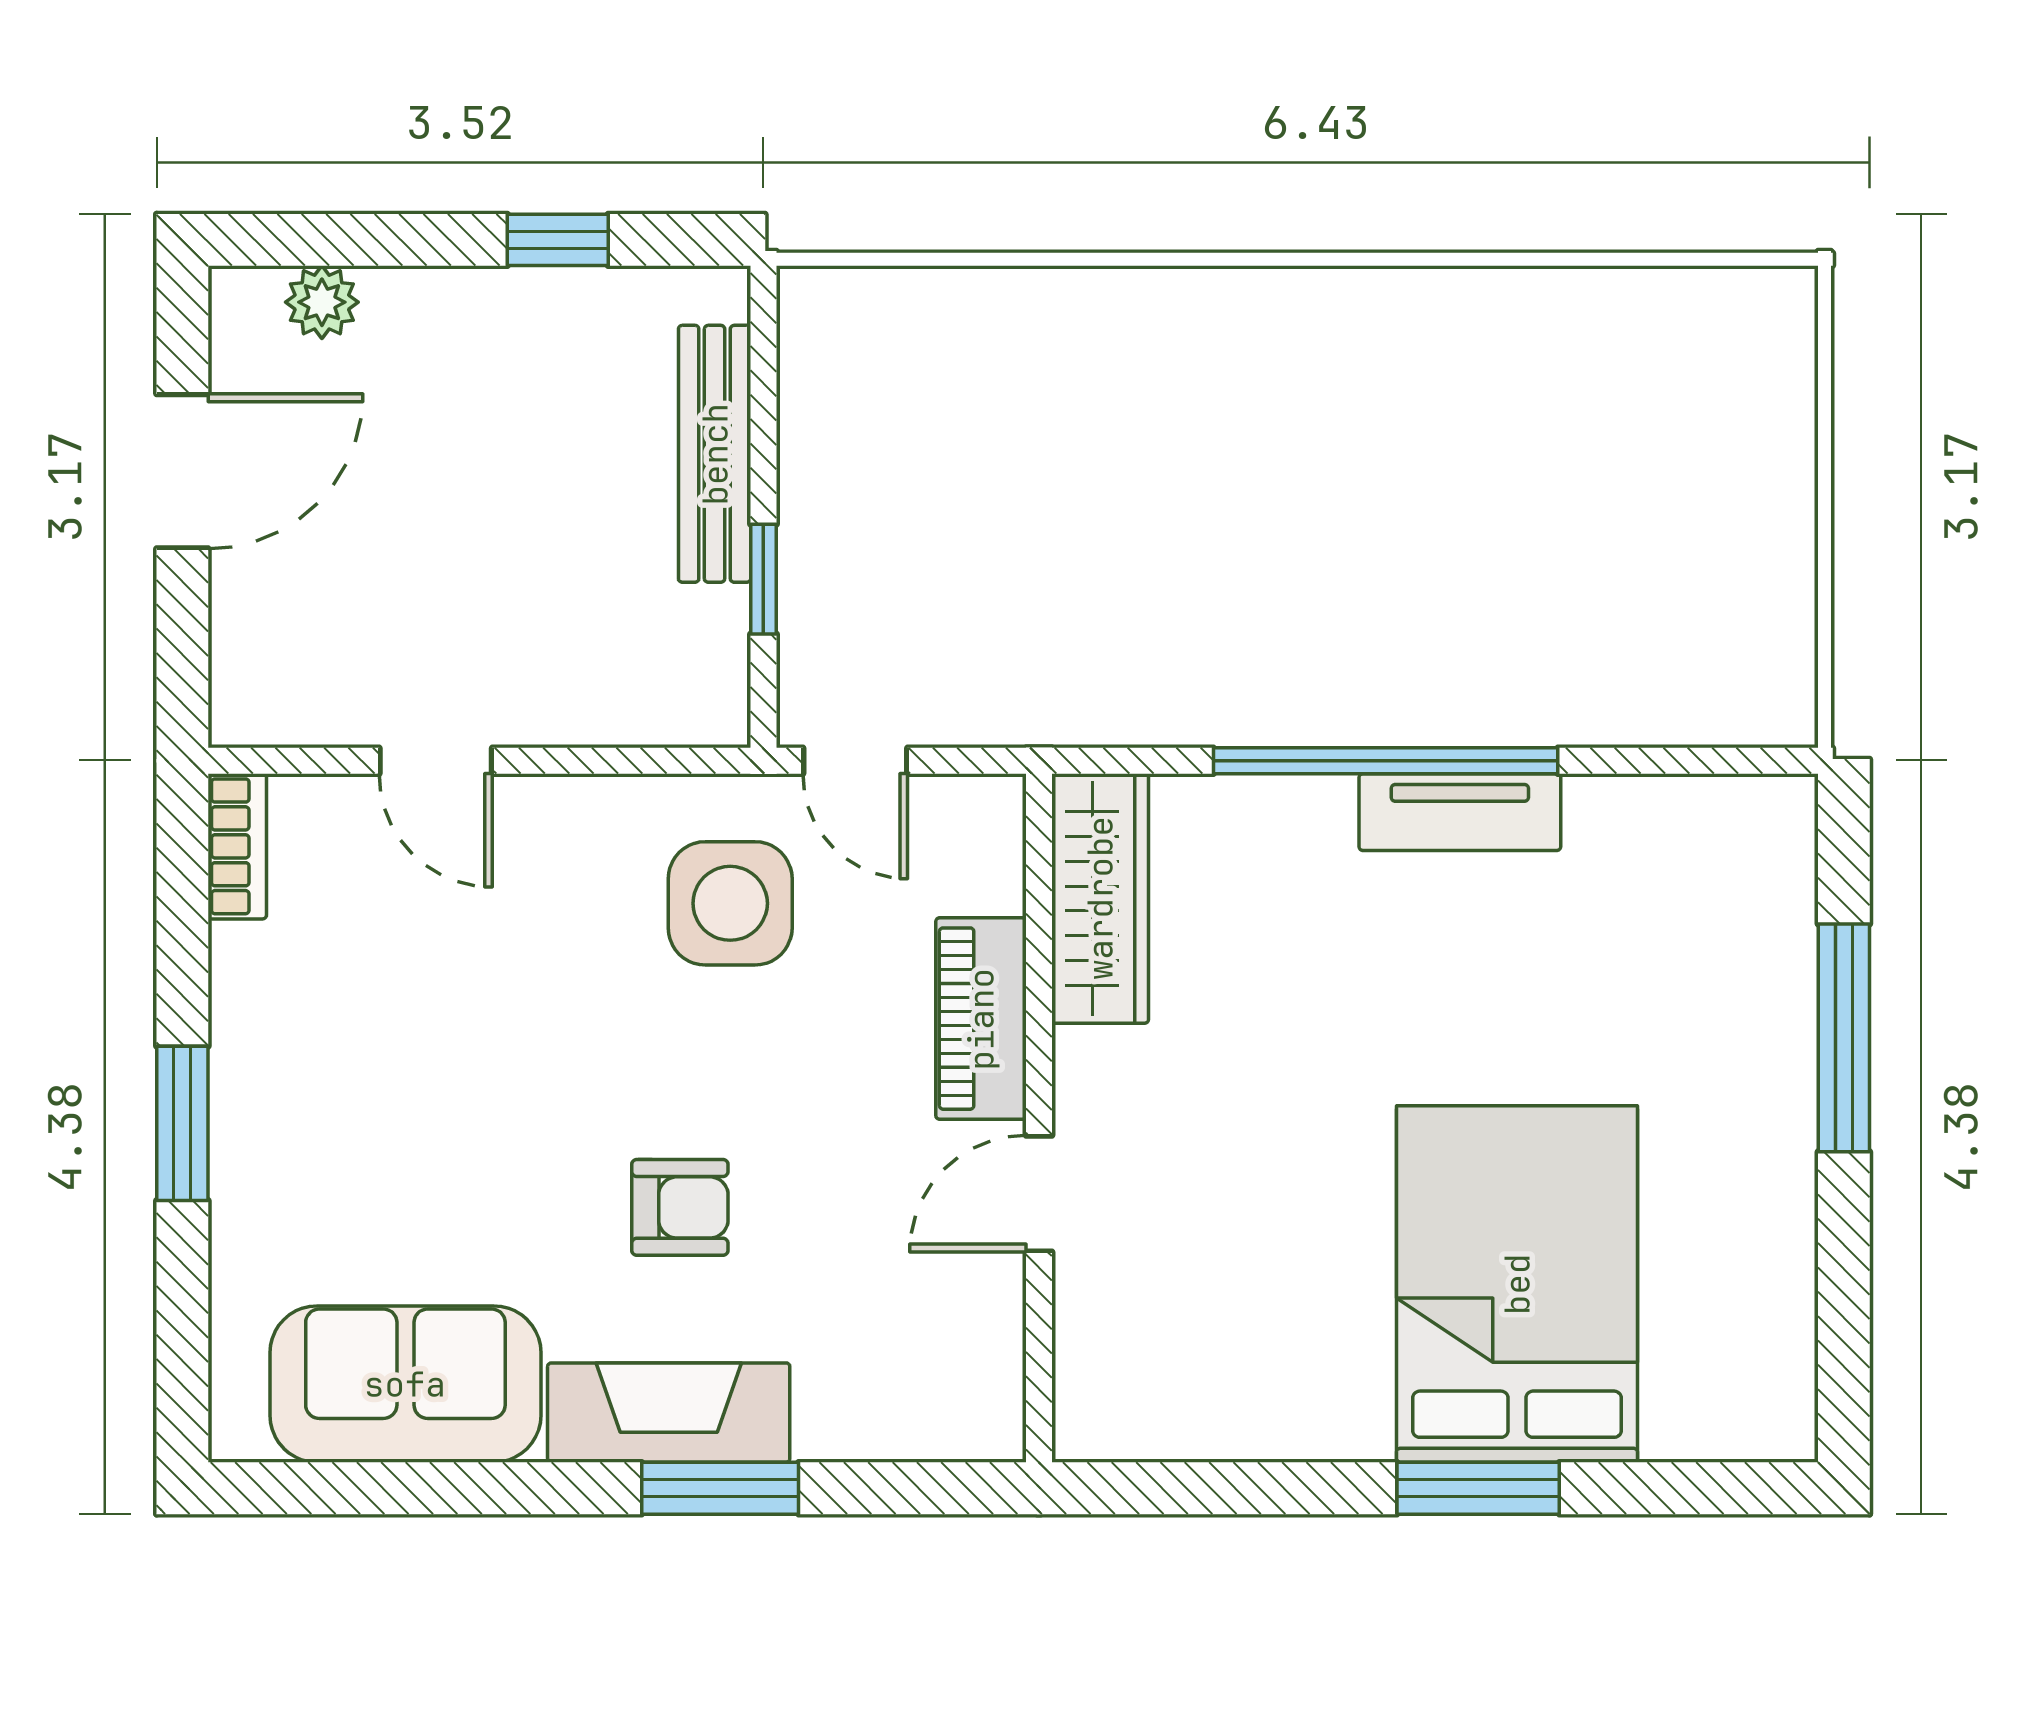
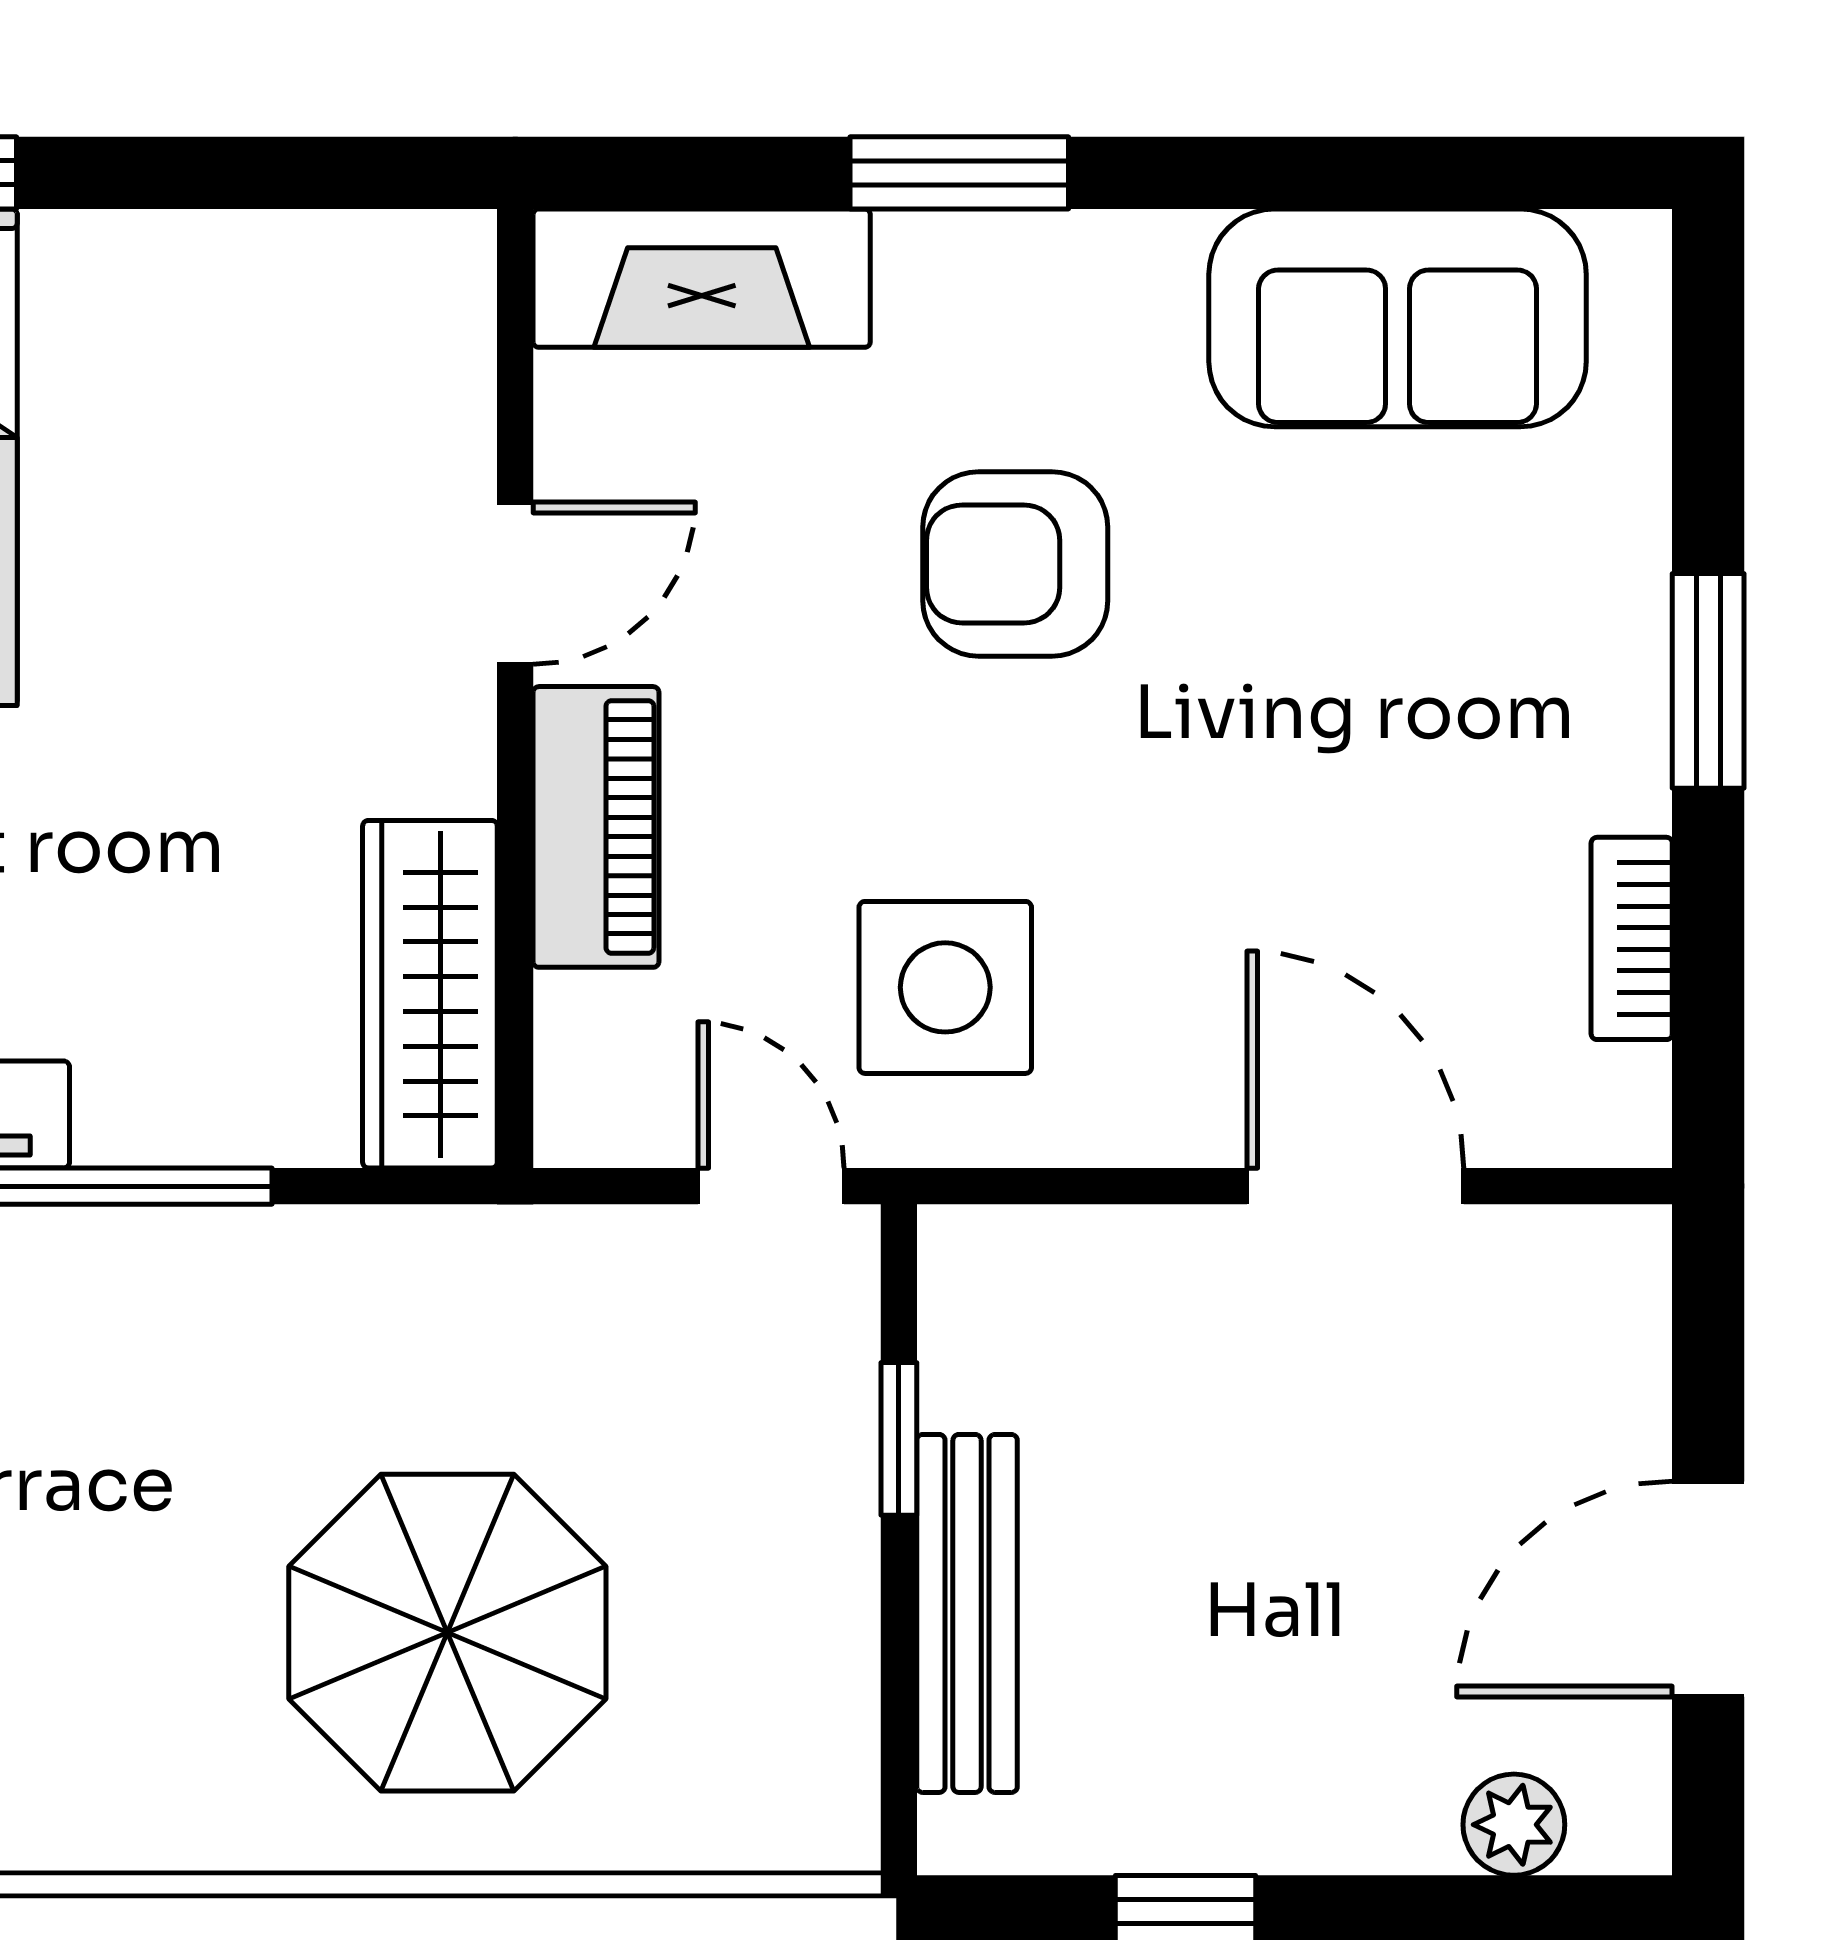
parasol: (1088, 440) -> (447, 1633), added
door: (436, 761) -> (1355, 1186), width x1.38
bookcase: (237, 846) -> (1632, 938), moved
armchair: (680, 1207) -> (1015, 564), width x1.38, depth x1.38
fireplace: (669, 1413) -> (702, 278), moved

